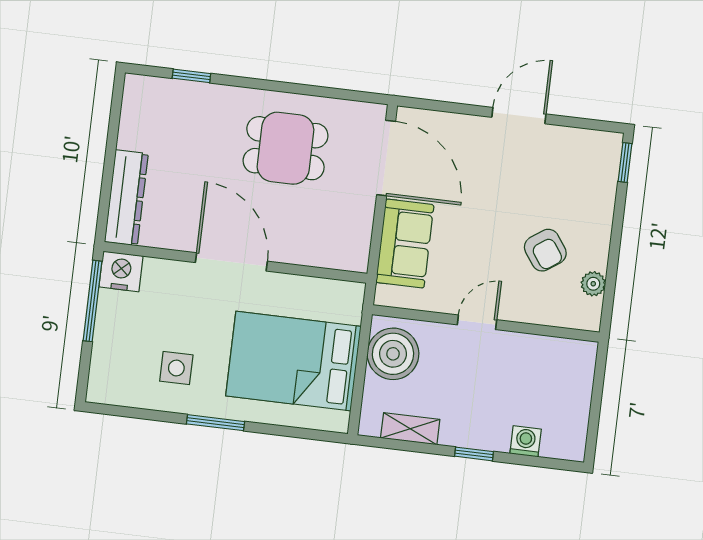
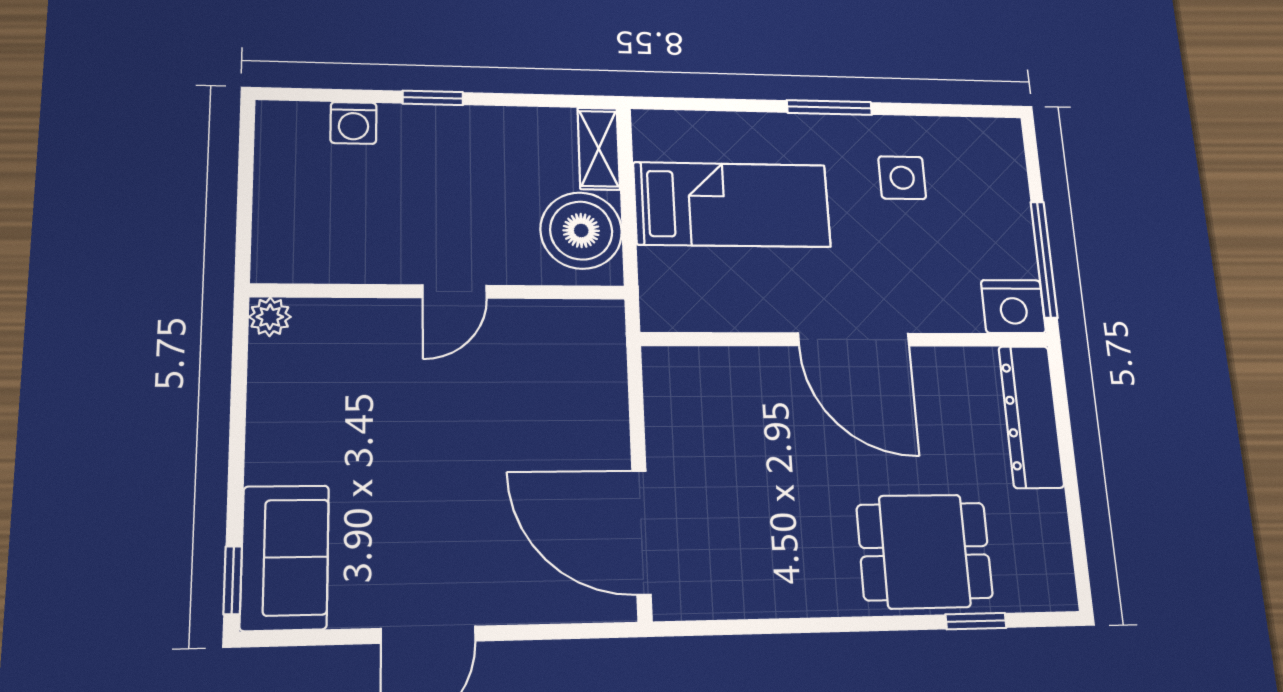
dining table: (285, 148) -> (925, 551), moved
sofa: (405, 244) -> (285, 557), moved, turned 180
armchair: (545, 250) -> (356, 417), removed
plant: (593, 284) -> (270, 317), moved
bed: (293, 361) -> (732, 205), width x0.67
shelving: (410, 429) -> (599, 149), moved, turned 90

